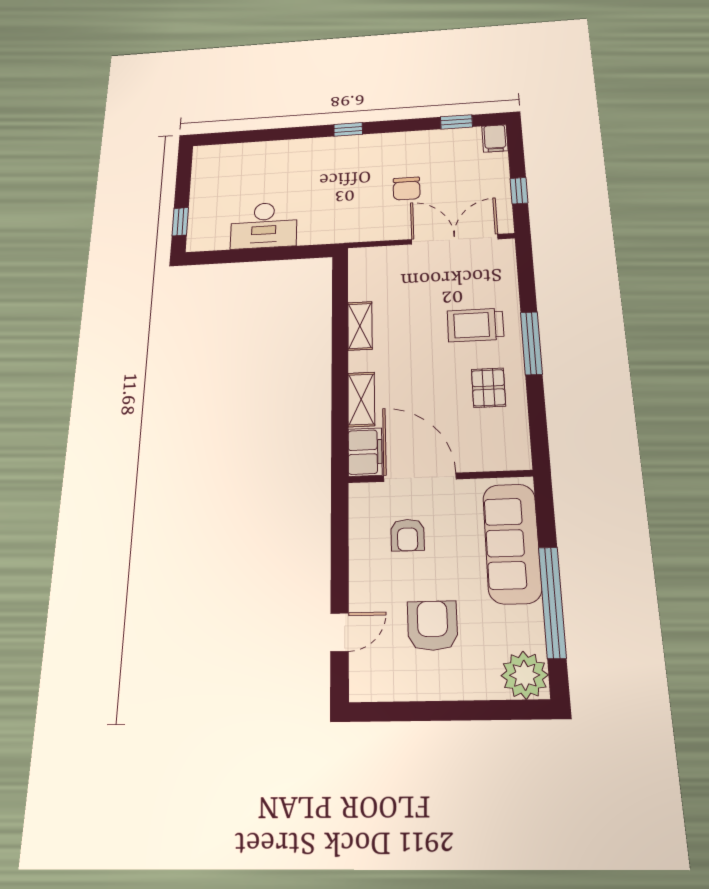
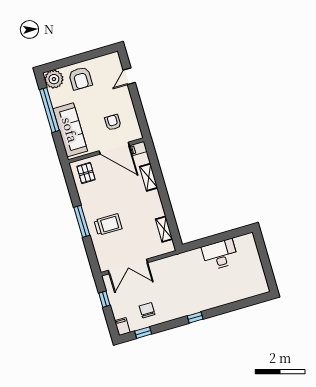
chair: (407, 189) -> (147, 310), moved
window: (180, 222) -> (261, 248), removed
shelving: (360, 326) -> (164, 229), moved
pallet: (489, 388) -> (86, 173), moved
filing cabinet: (365, 452) -> (139, 148), width x0.50
armchair: (432, 626) -> (80, 78), moved

